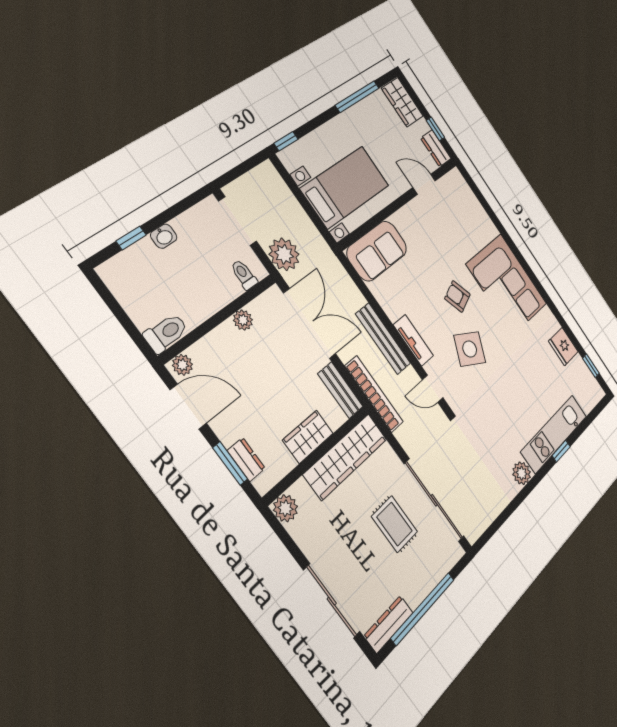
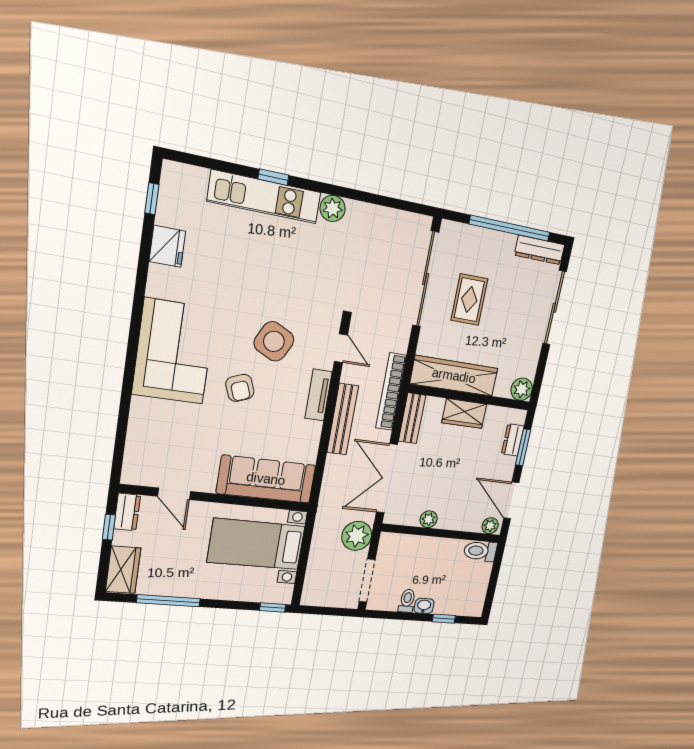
sofa: (377, 251) -> (266, 479), width x1.36
toilet: (244, 275) -> (407, 601), moved, turned 180

